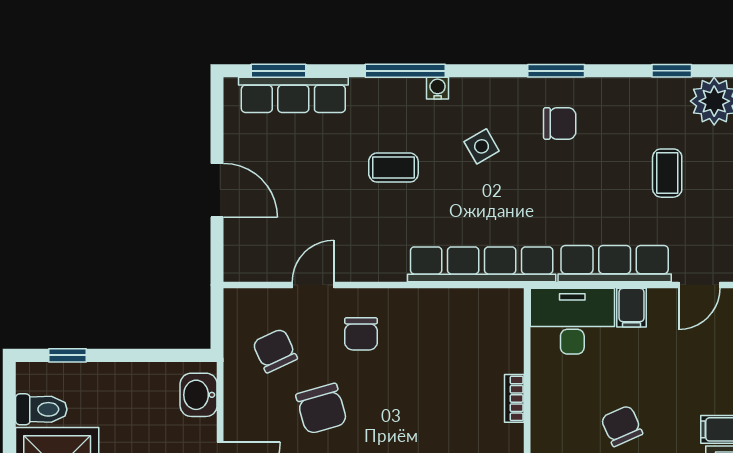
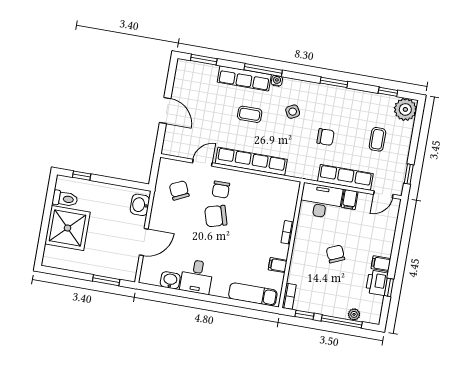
row of seats: (293, 95) -> (244, 78), moved
chair: (560, 123) -> (326, 137), moved
row of seats: (482, 264) -> (251, 161), moved
chair: (321, 409) -> (216, 216), moved, turned 90

